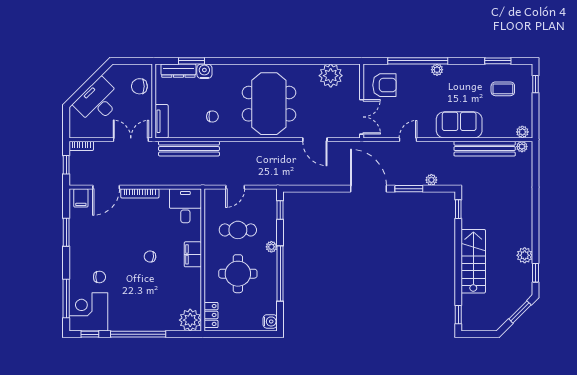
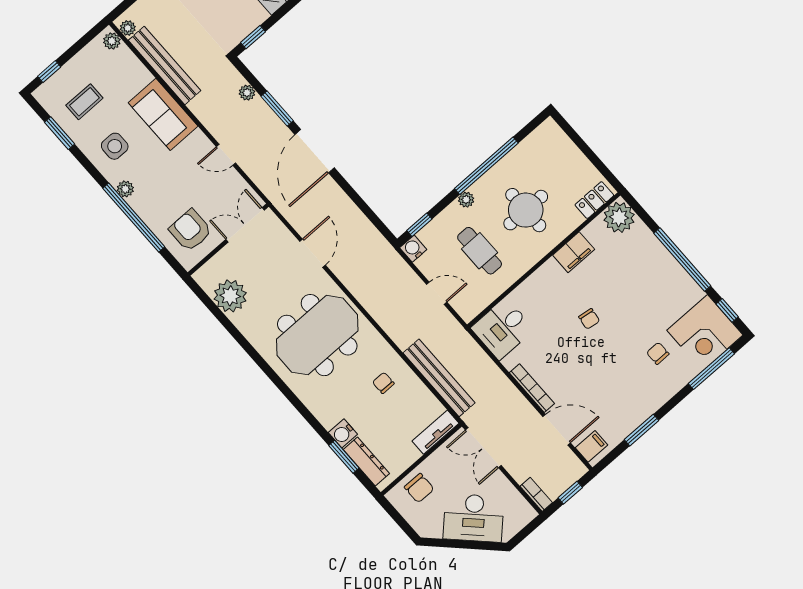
side table: (465, 84) -> (115, 146), added
coffee table: (503, 89) -> (84, 102), turned 90
filing cabinet: (193, 254) -> (574, 252), moved
water cooler: (270, 321) -> (413, 249), moved

